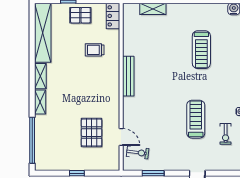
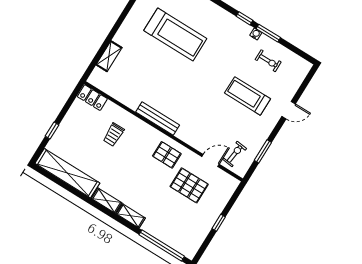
pallet: (80, 15) -> (167, 155), moved, turned 90
treadmill: (201, 50) -> (175, 34), width x1.37, depth x1.38
treadmill: (196, 119) -> (247, 96), moved

